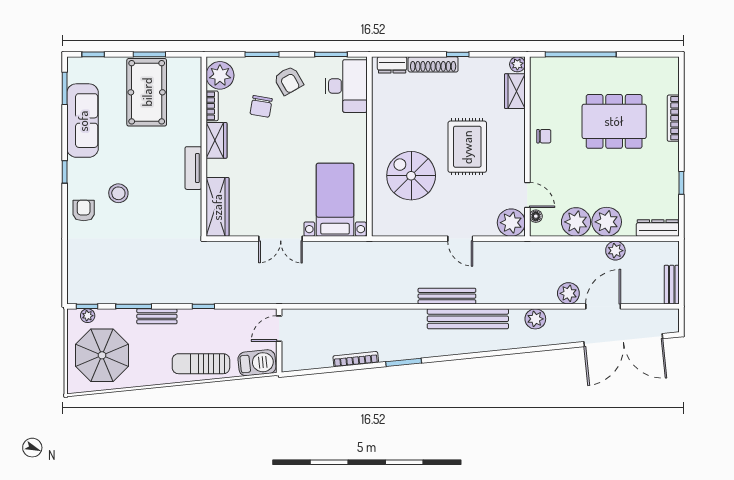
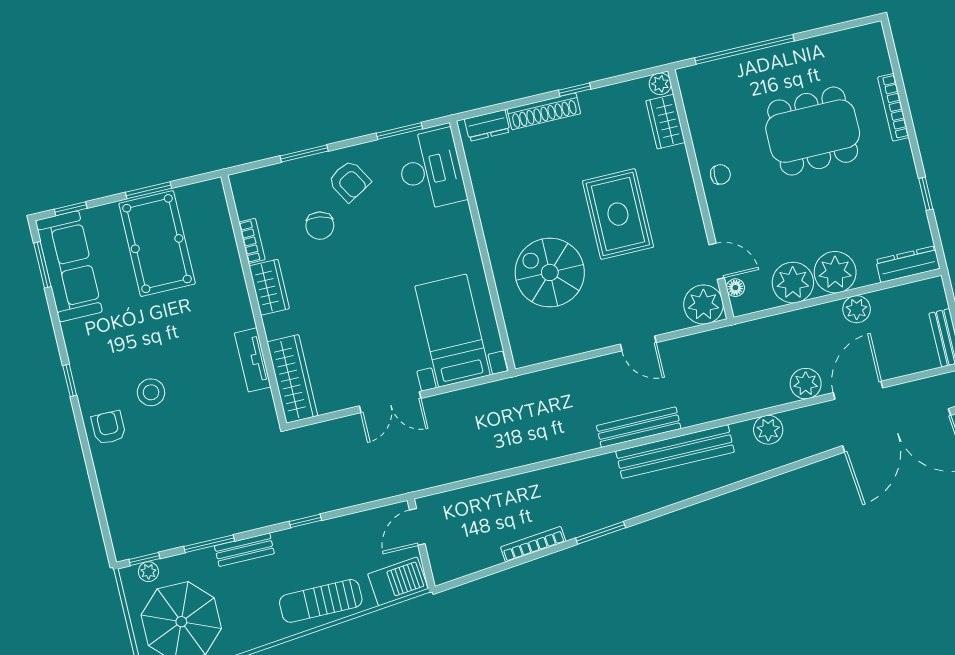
plant: (220, 75) -> (253, 196), removed
sofa: (83, 121) -> (69, 266), moved
tv unit: (193, 168) -> (253, 360), moved

